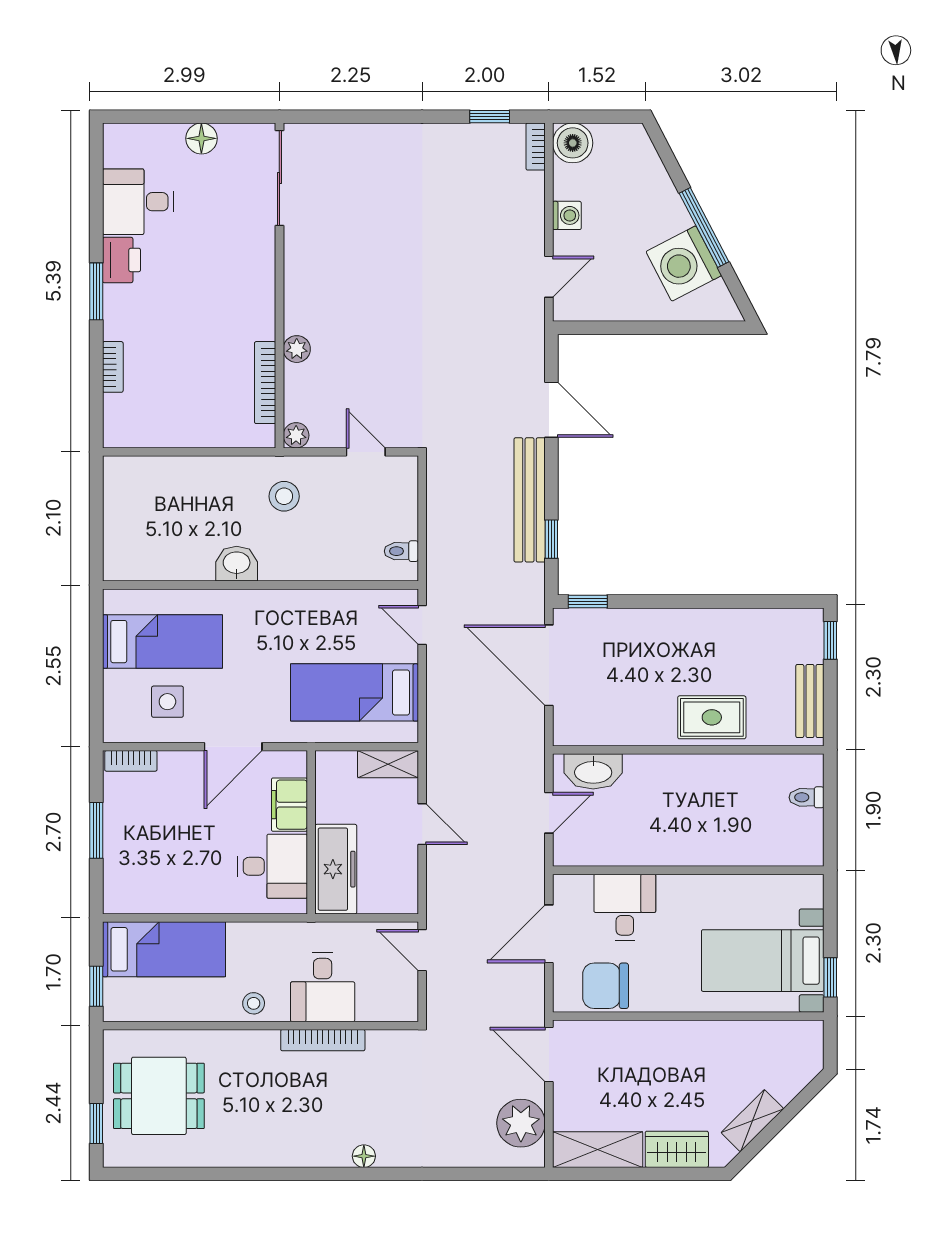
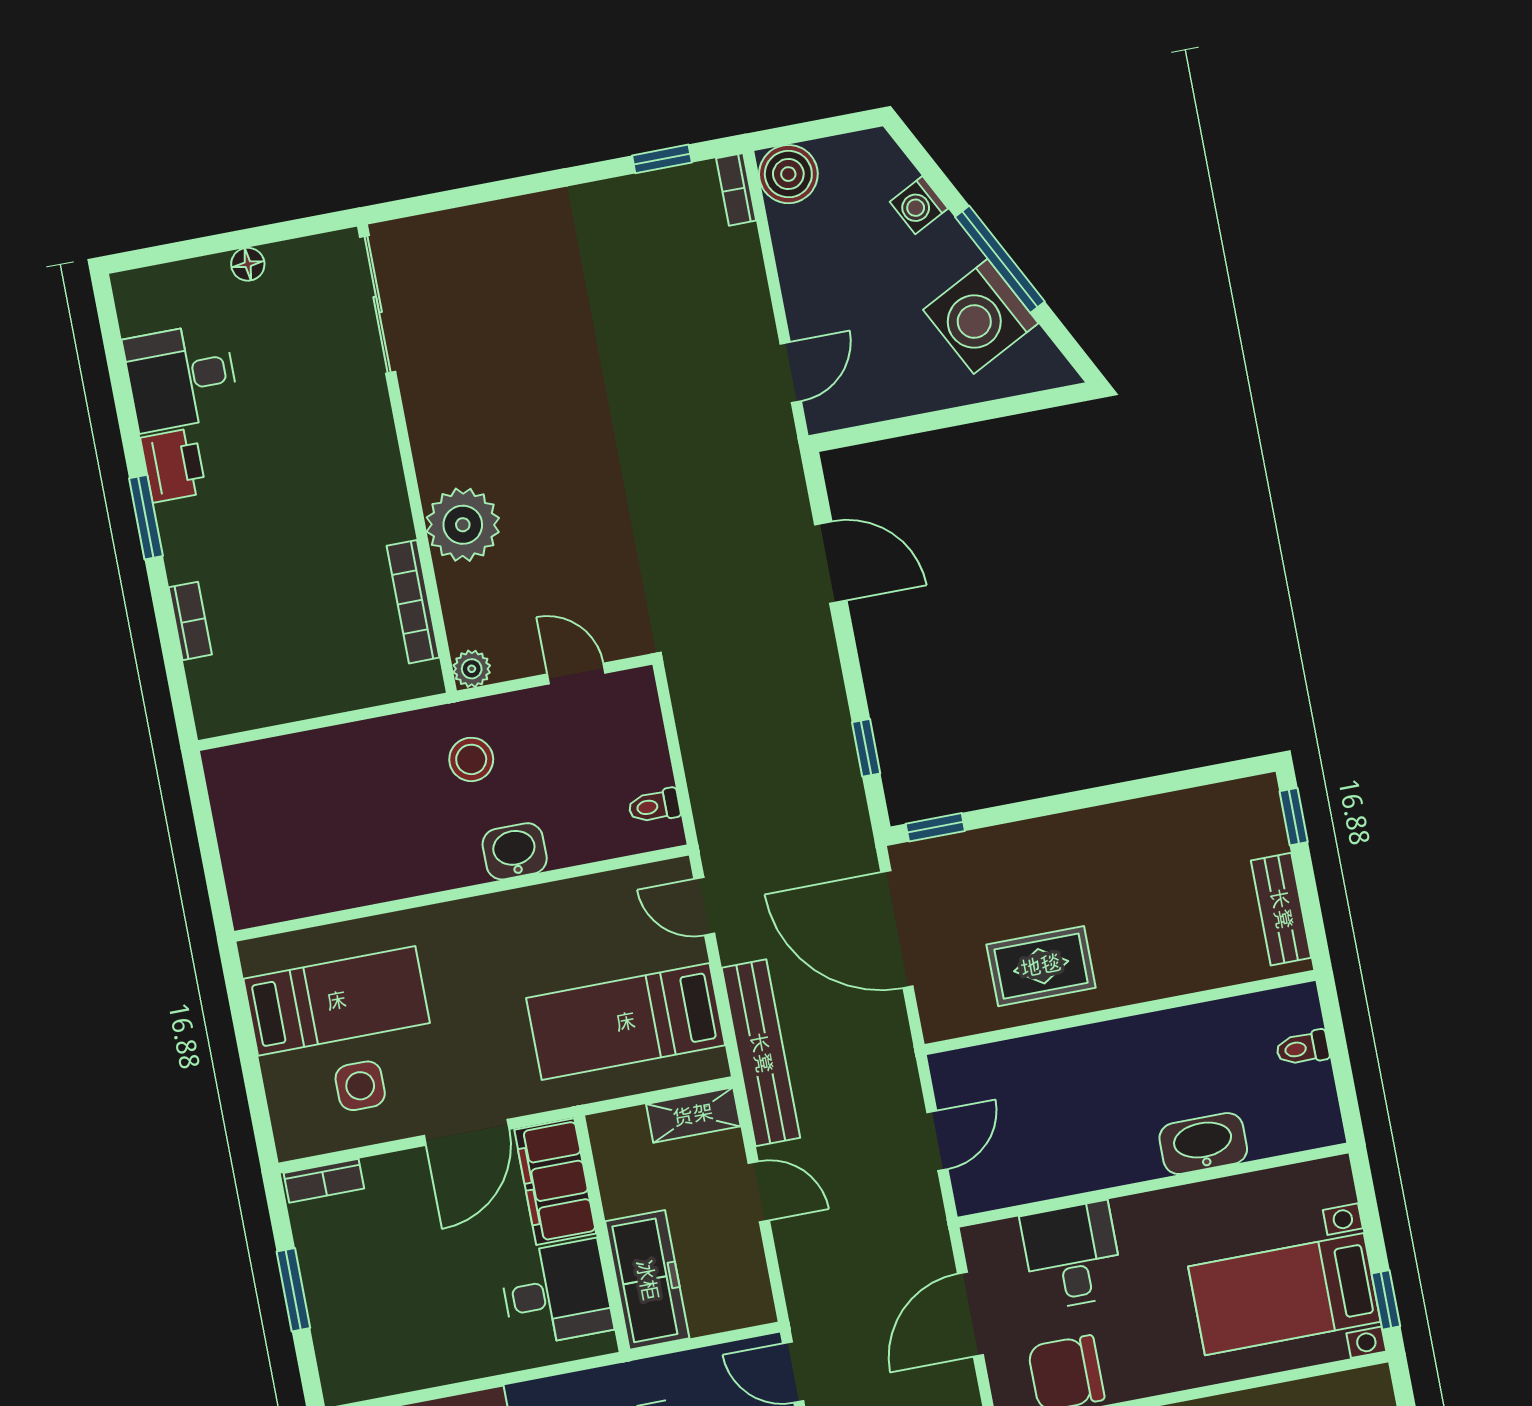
floor lamp: (201, 138) -> (248, 264), width x0.73, depth x0.73
washing machine: (567, 215) -> (919, 205), moved, turned 153
plant: (297, 349) -> (463, 525), width x1.88, depth x1.88
bench: (530, 500) -> (761, 1053), moved
washbasin: (237, 564) -> (515, 851), moved
rug: (712, 717) -> (1041, 966), moved
washbasin: (593, 771) -> (1203, 1144), moved, turned 180
filing cabinet: (289, 805) -> (555, 1182), width x1.50, depth x1.17

